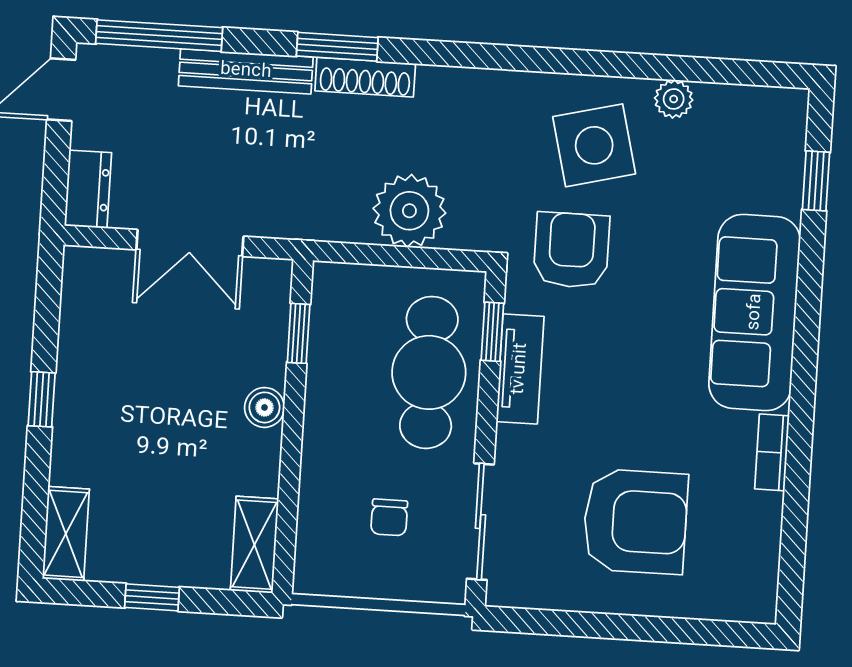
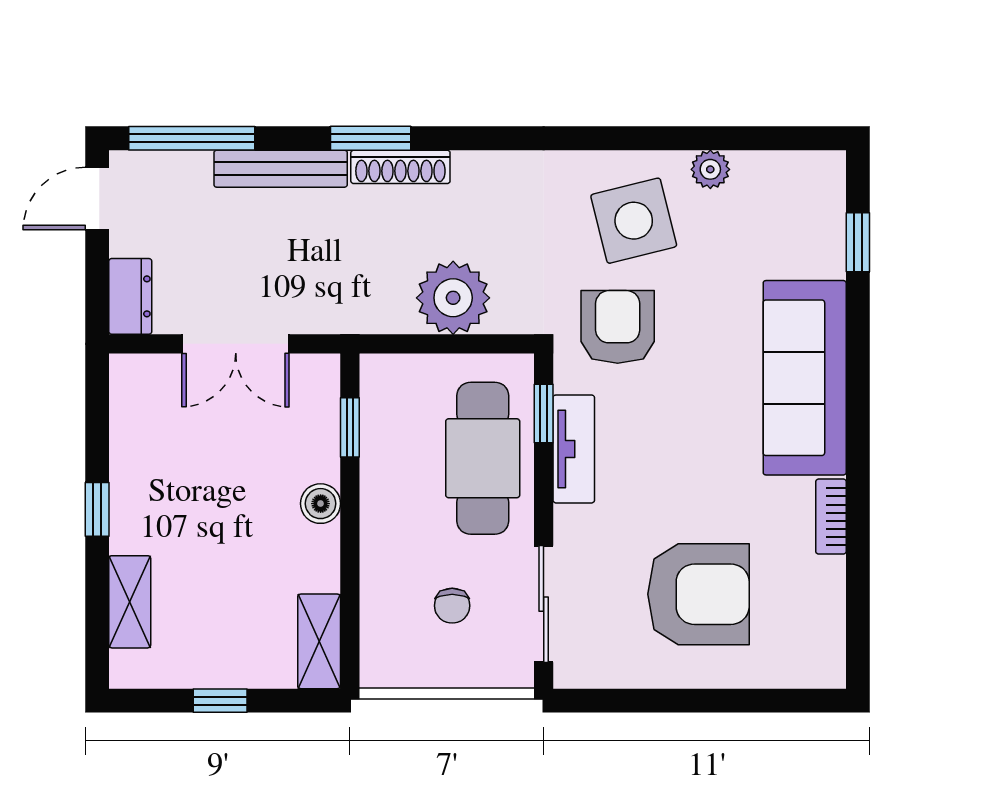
shelving: (66, 534) -> (130, 602), moved

